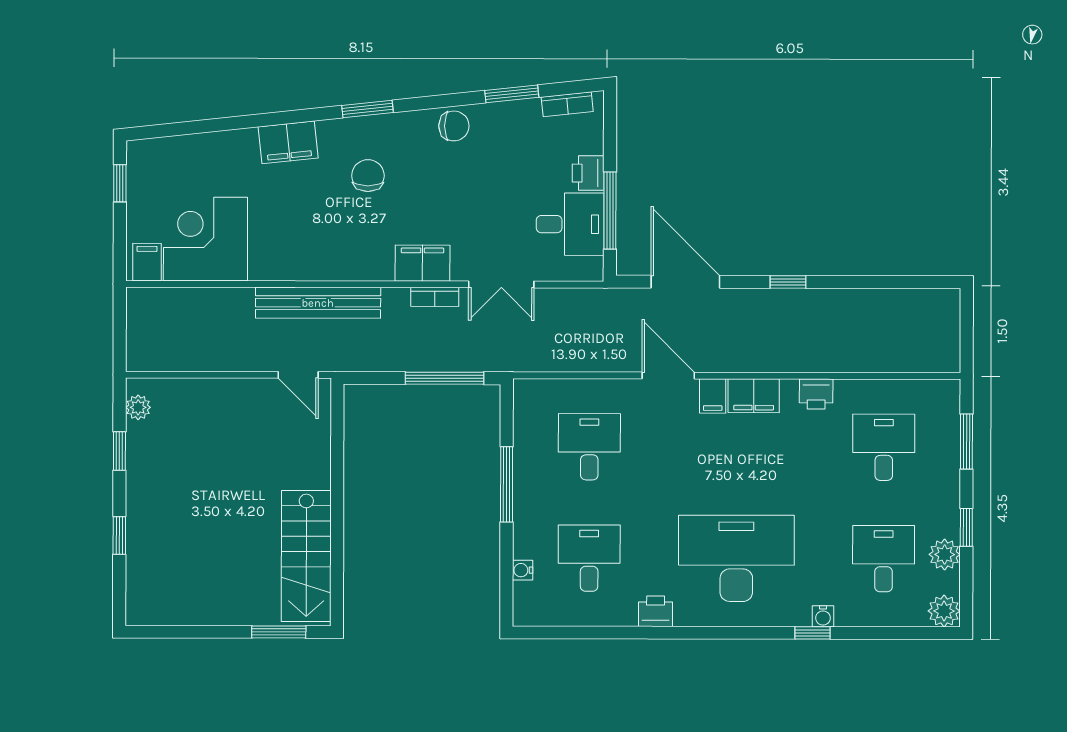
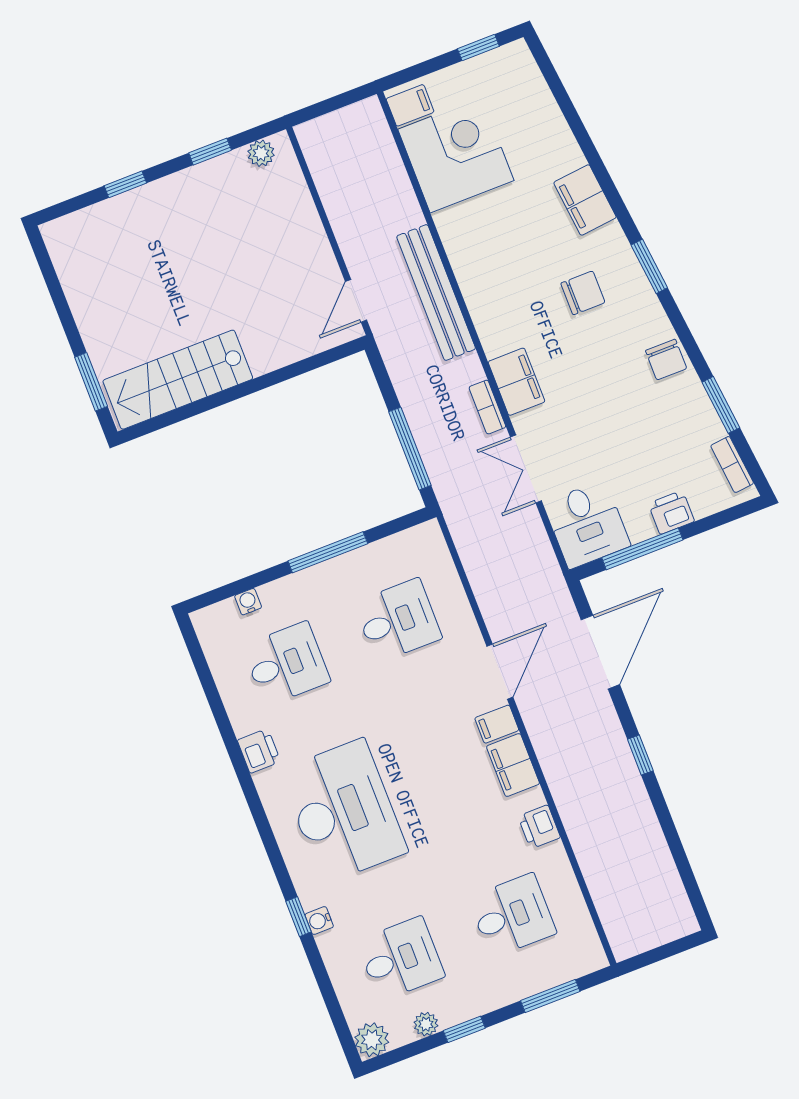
desk: (570, 224) -> (587, 524), moved
plant: (945, 555) -> (426, 1024), width x0.73, depth x0.73

